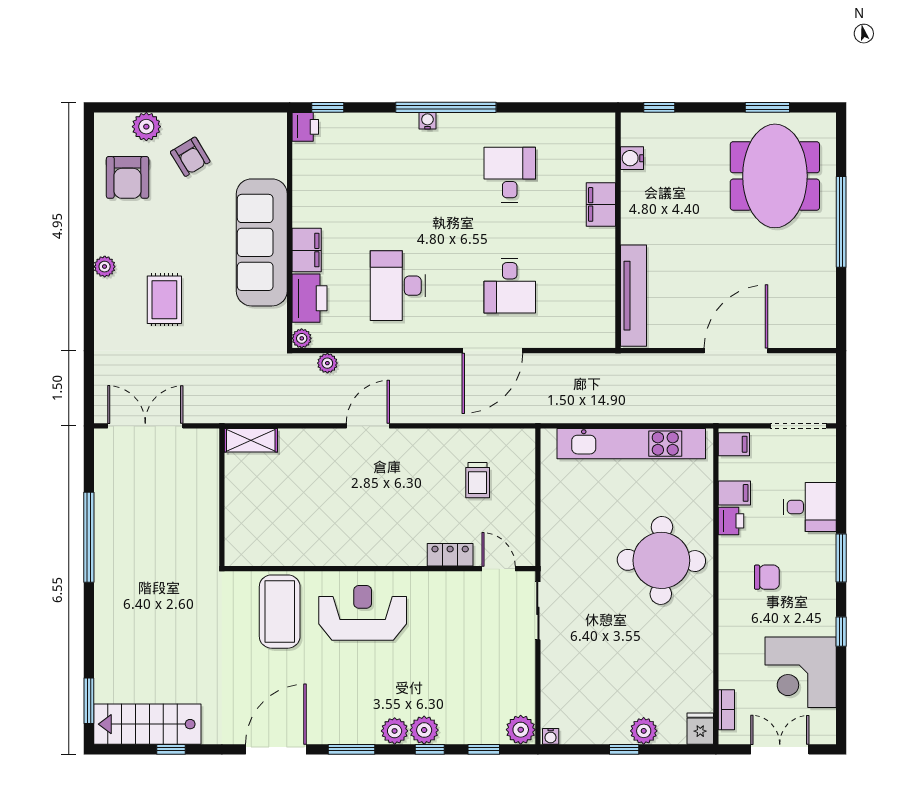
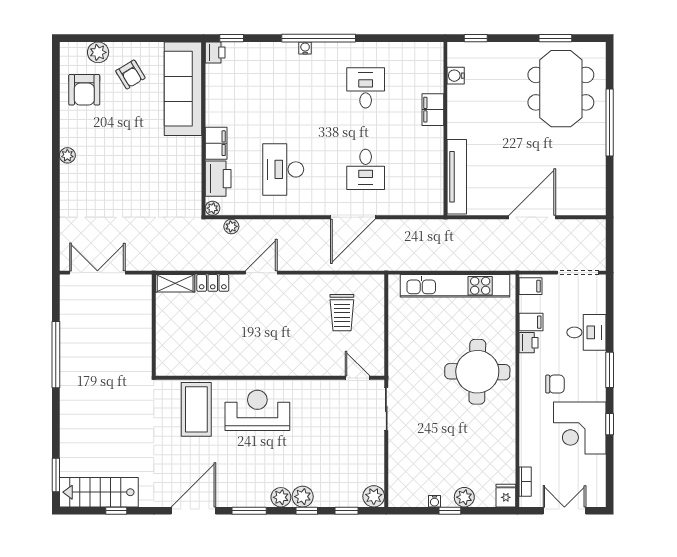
sofa: (262, 242) -> (183, 89), moved
rug: (164, 300) -> (111, 180), removed
trolley: (478, 480) -> (342, 313), width x1.36, depth x1.39
locker: (450, 555) -> (213, 283), moved, turned 180
corner desk: (801, 672) -> (580, 428), moved
water cooler: (551, 736) -> (434, 501), moved

